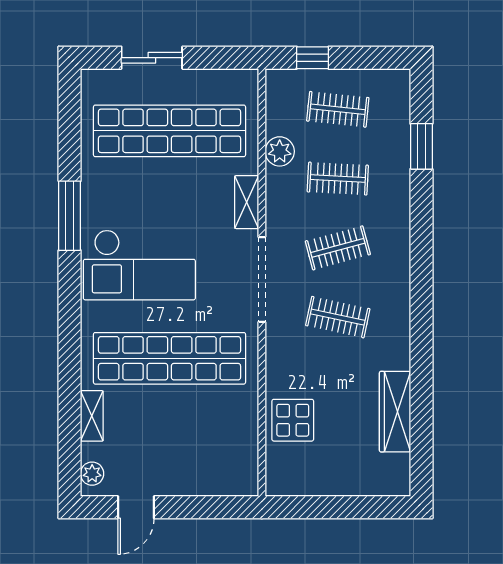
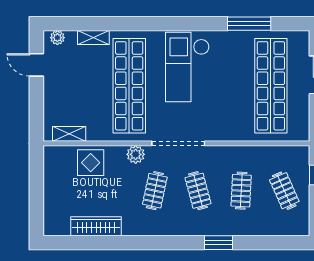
clothes rail: (338, 109) -> (284, 191), turned -30
window: (421, 146) -> (218, 243), moved
plant: (280, 151) -> (136, 154), moved
shelving: (247, 202) -> (69, 134), moved
window: (70, 216) -> (249, 24), moved

